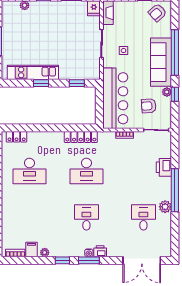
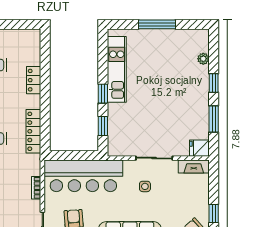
window: (41, 83) -> (103, 94), moved
locker: (17, 137) -> (34, 80), moved

